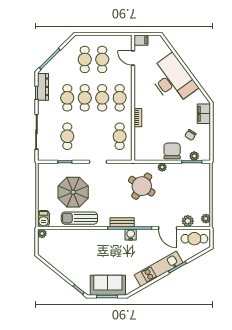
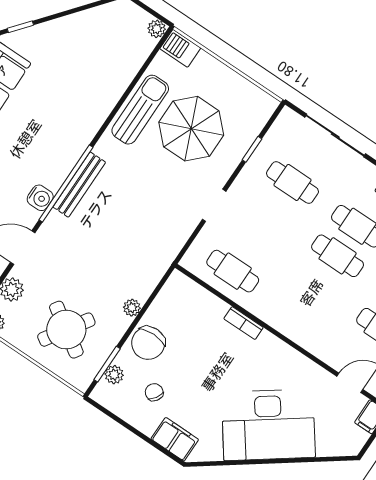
cafe table: (102, 98) -> (318, 285), removed
cafe table: (120, 98) -> (298, 315), removed
chair: (172, 151) -> (148, 343), turned 90
round table: (142, 186) -> (66, 330), moved
bench: (122, 222) -> (79, 185), width x1.36
water cooler: (131, 235) -> (40, 198), moved

